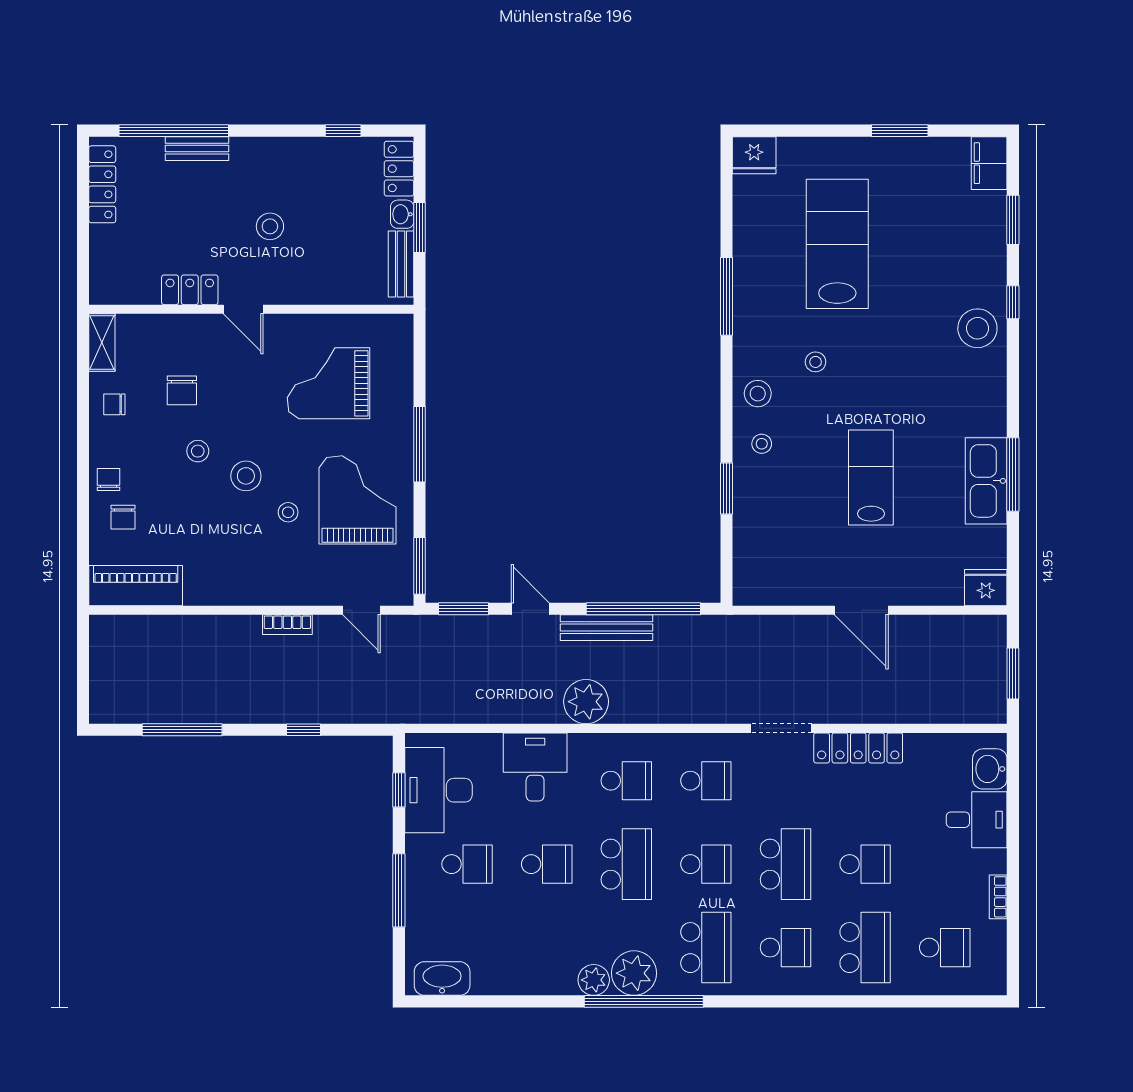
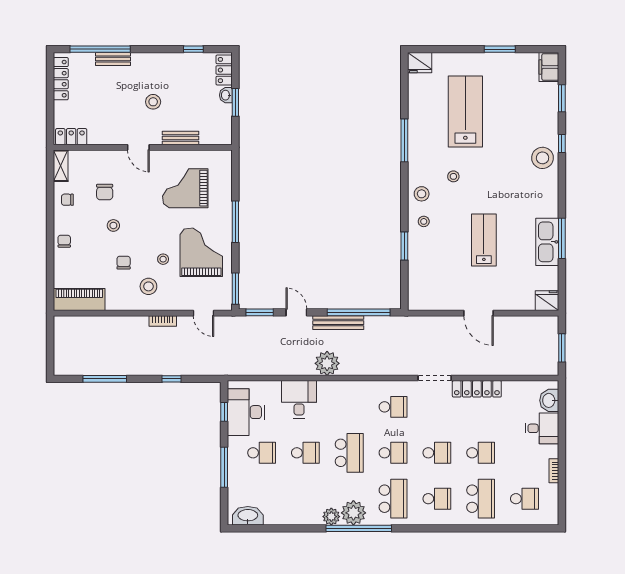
bench: (401, 264) -> (180, 138), moved, turned 90
locker: (190, 290) -> (71, 137), moved
stool: (246, 476) -> (148, 286), moved
chair: (123, 517) -> (124, 263), moved, turned 180
school desk: (626, 781) -> (349, 407), removed
school desk: (785, 864) -> (437, 453), width x0.54

